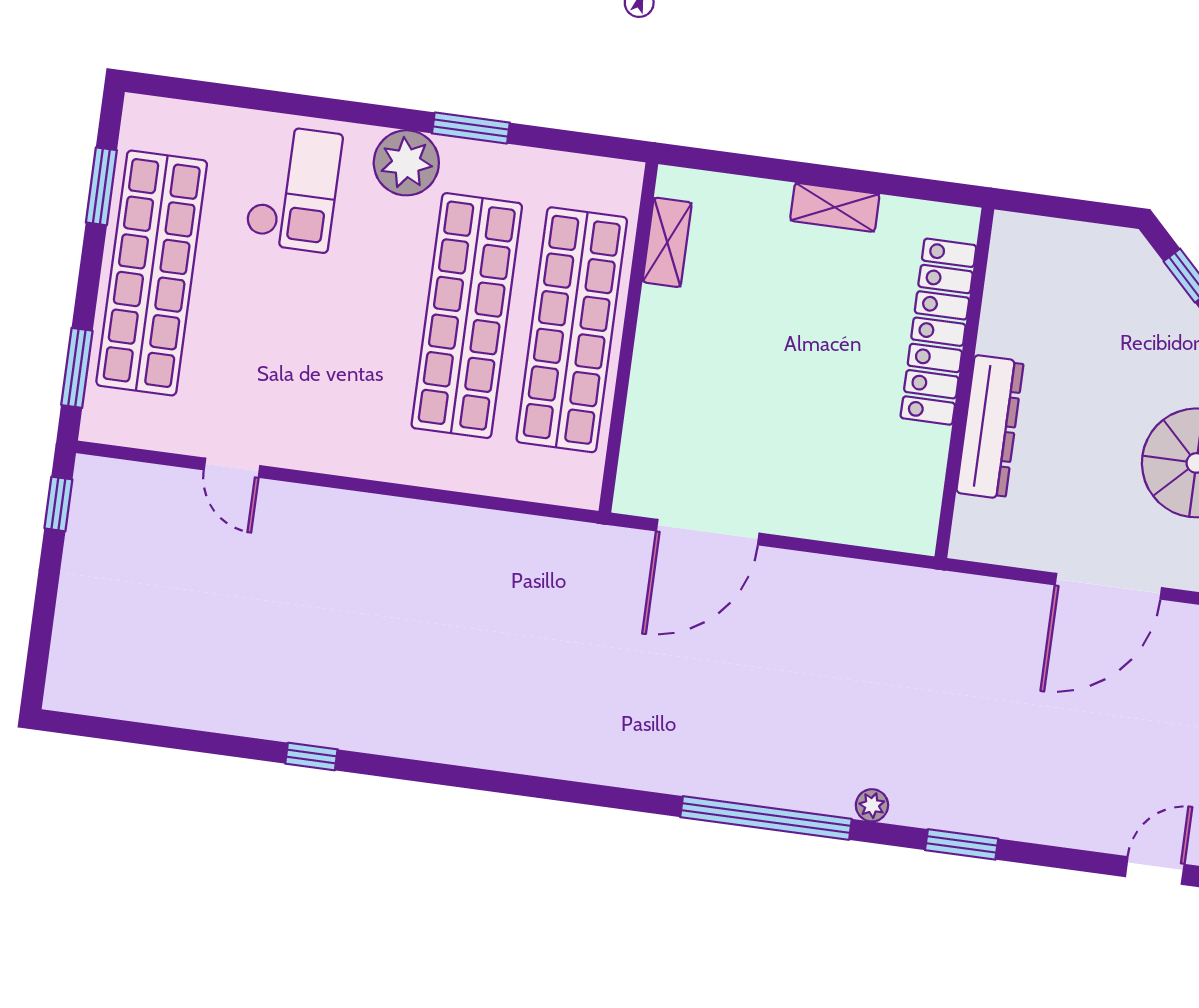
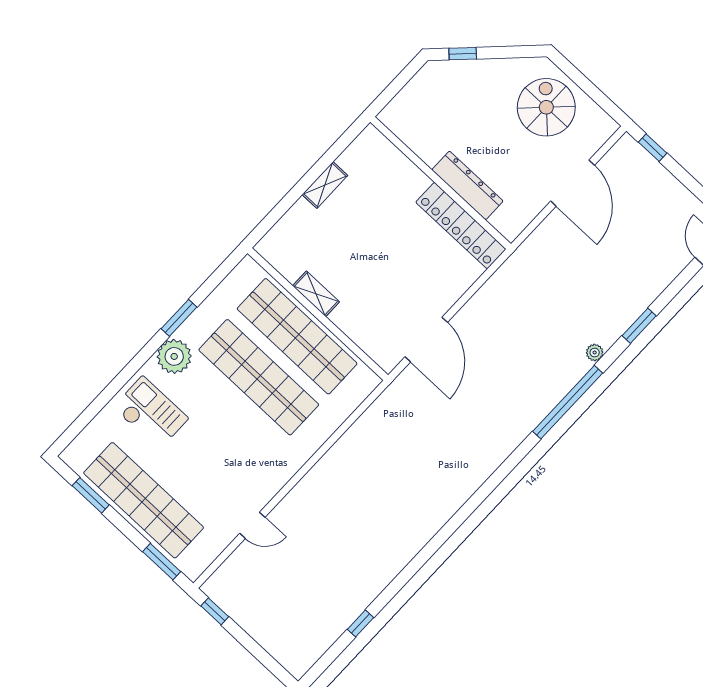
shelving: (667, 242) -> (316, 294), moved
locker: (938, 332) -> (461, 226), moved
window: (311, 756) -> (360, 623), moved

